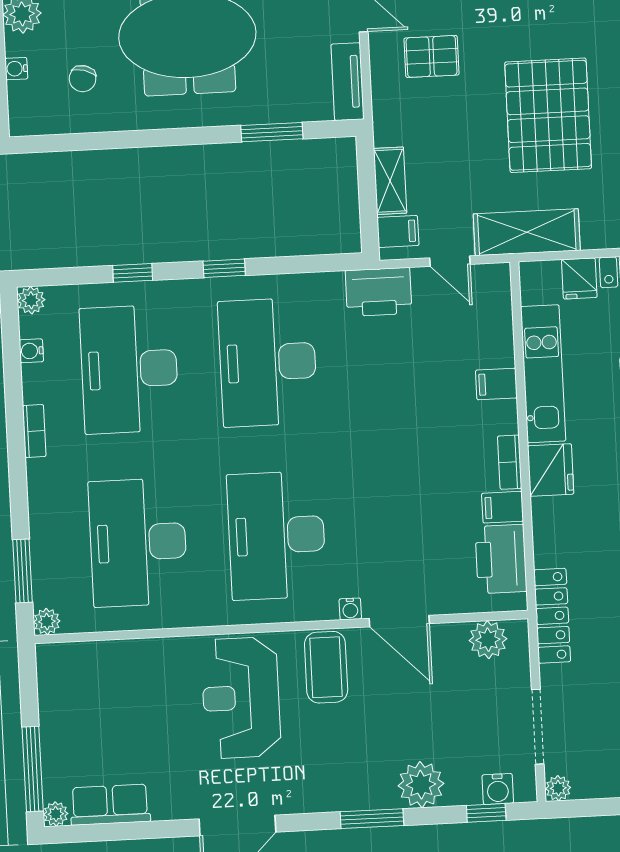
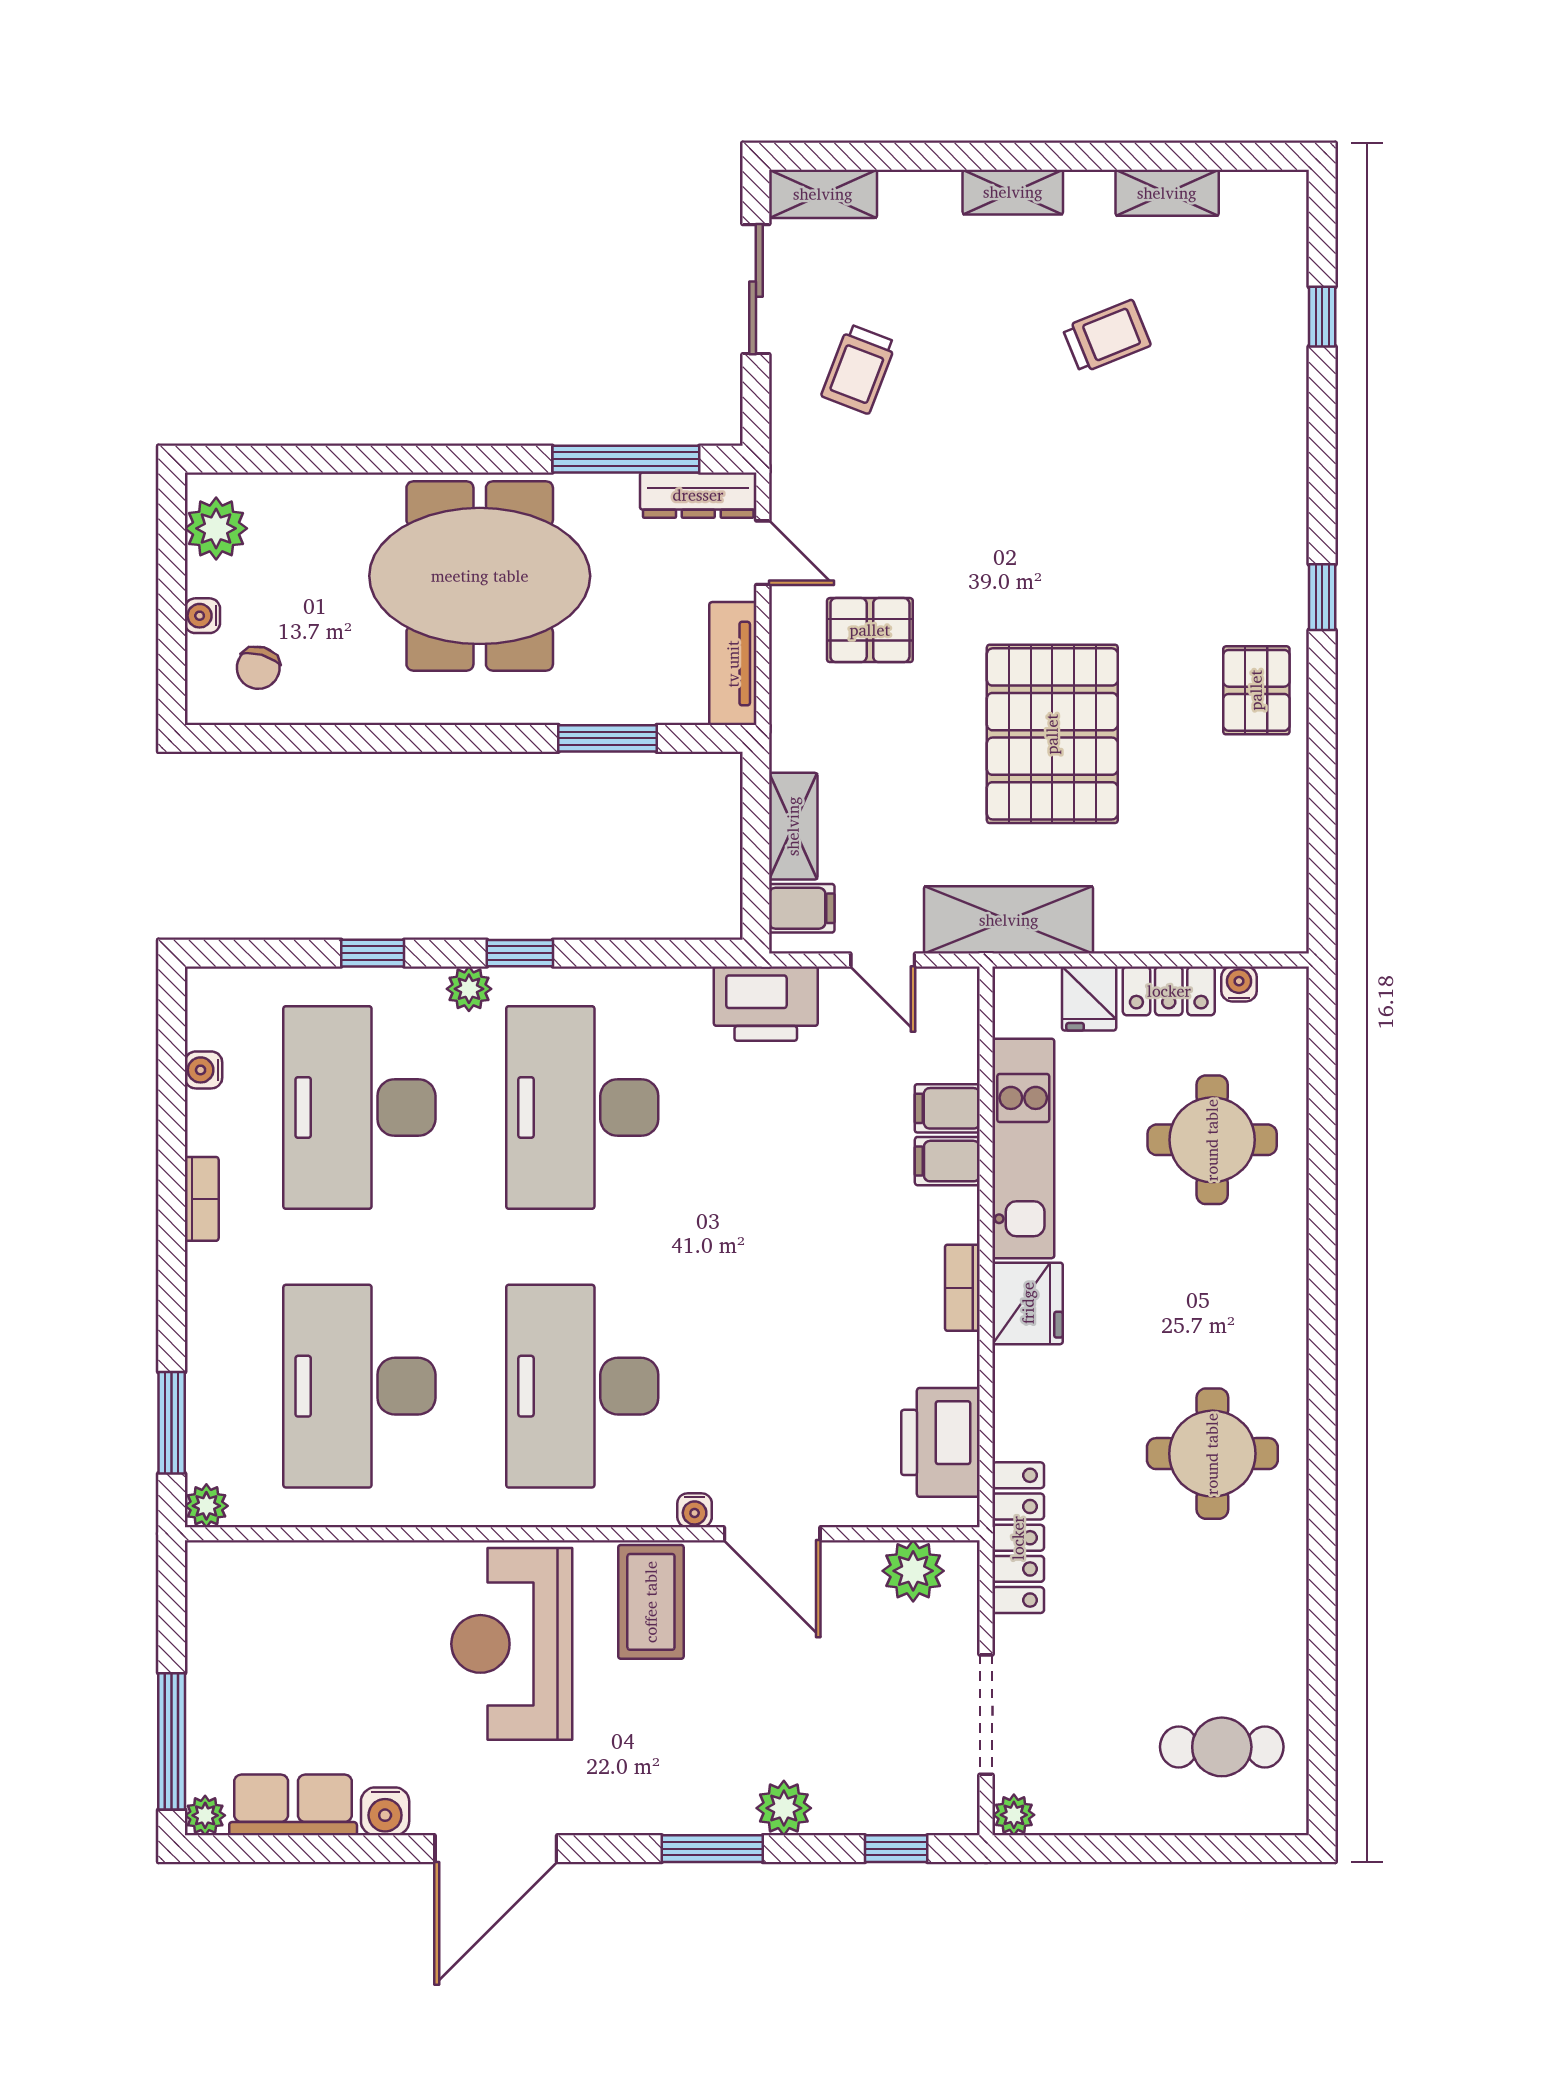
chair: (83, 79) -> (258, 668), moved
plant: (31, 300) -> (469, 989), moved
filing cabinet: (502, 507) -> (947, 1108), moved
plant: (421, 785) -> (784, 1808), width x0.73, depth x0.73
water cooler: (498, 789) -> (385, 1811), moved

